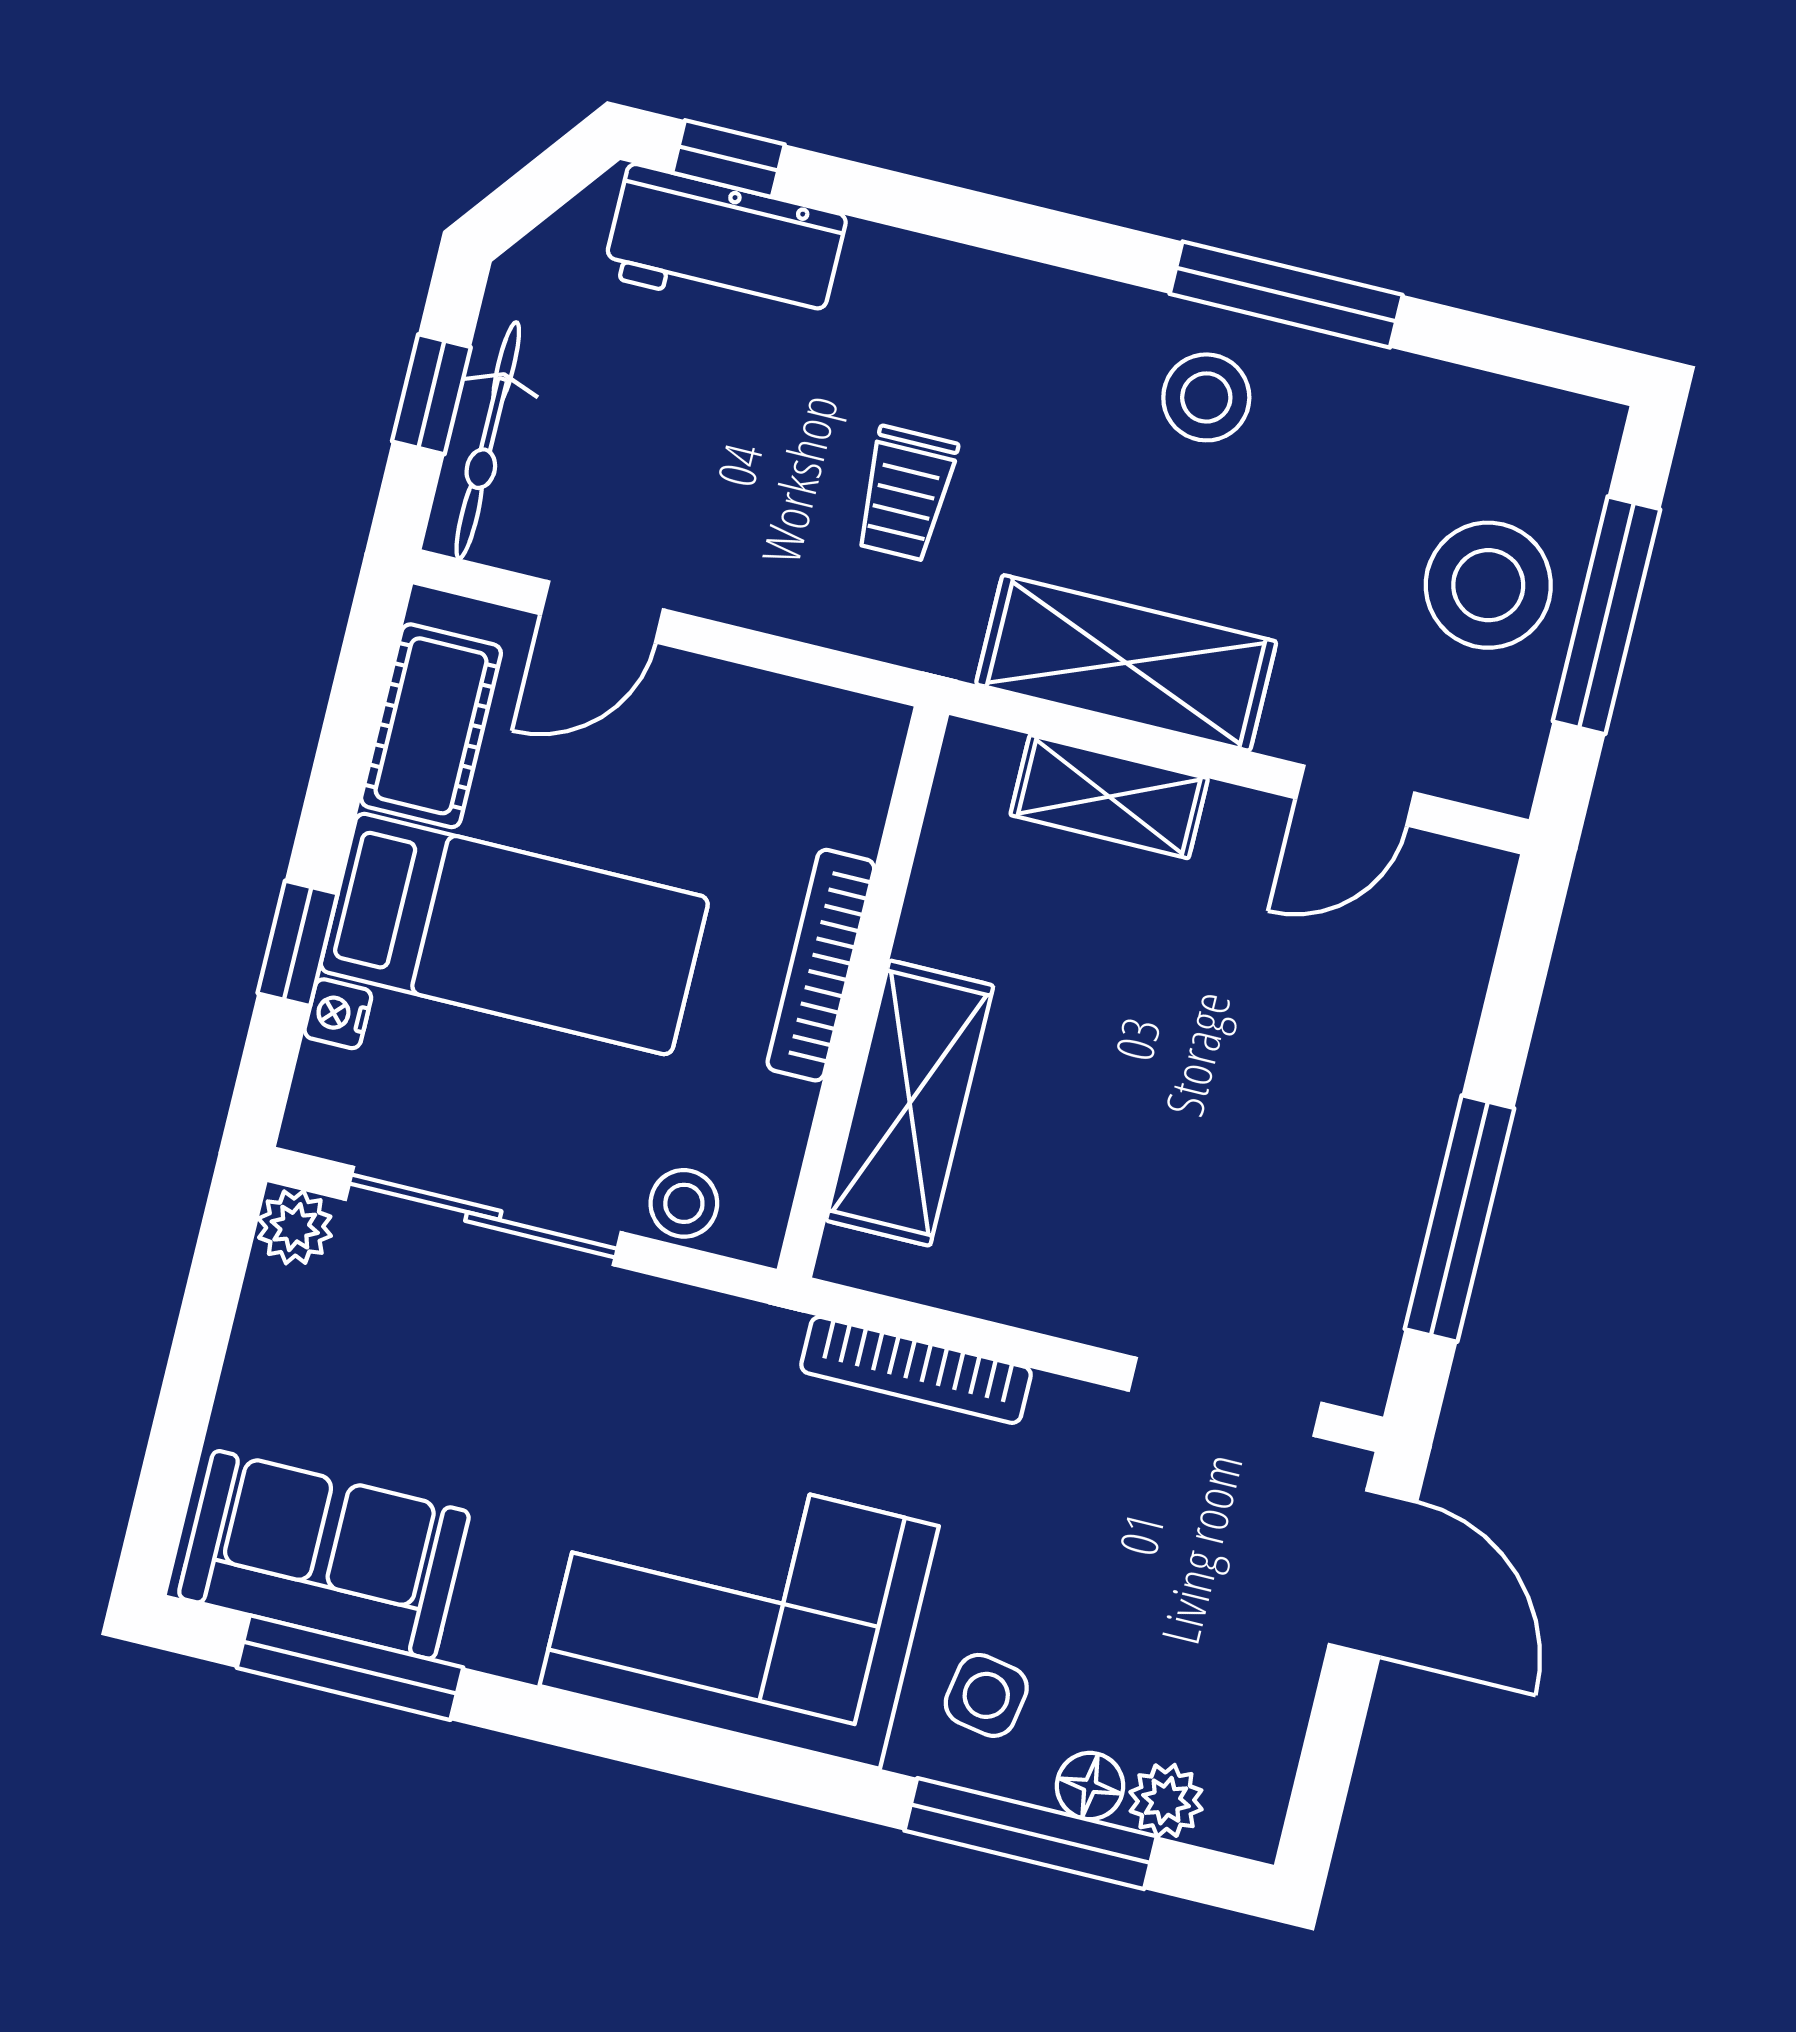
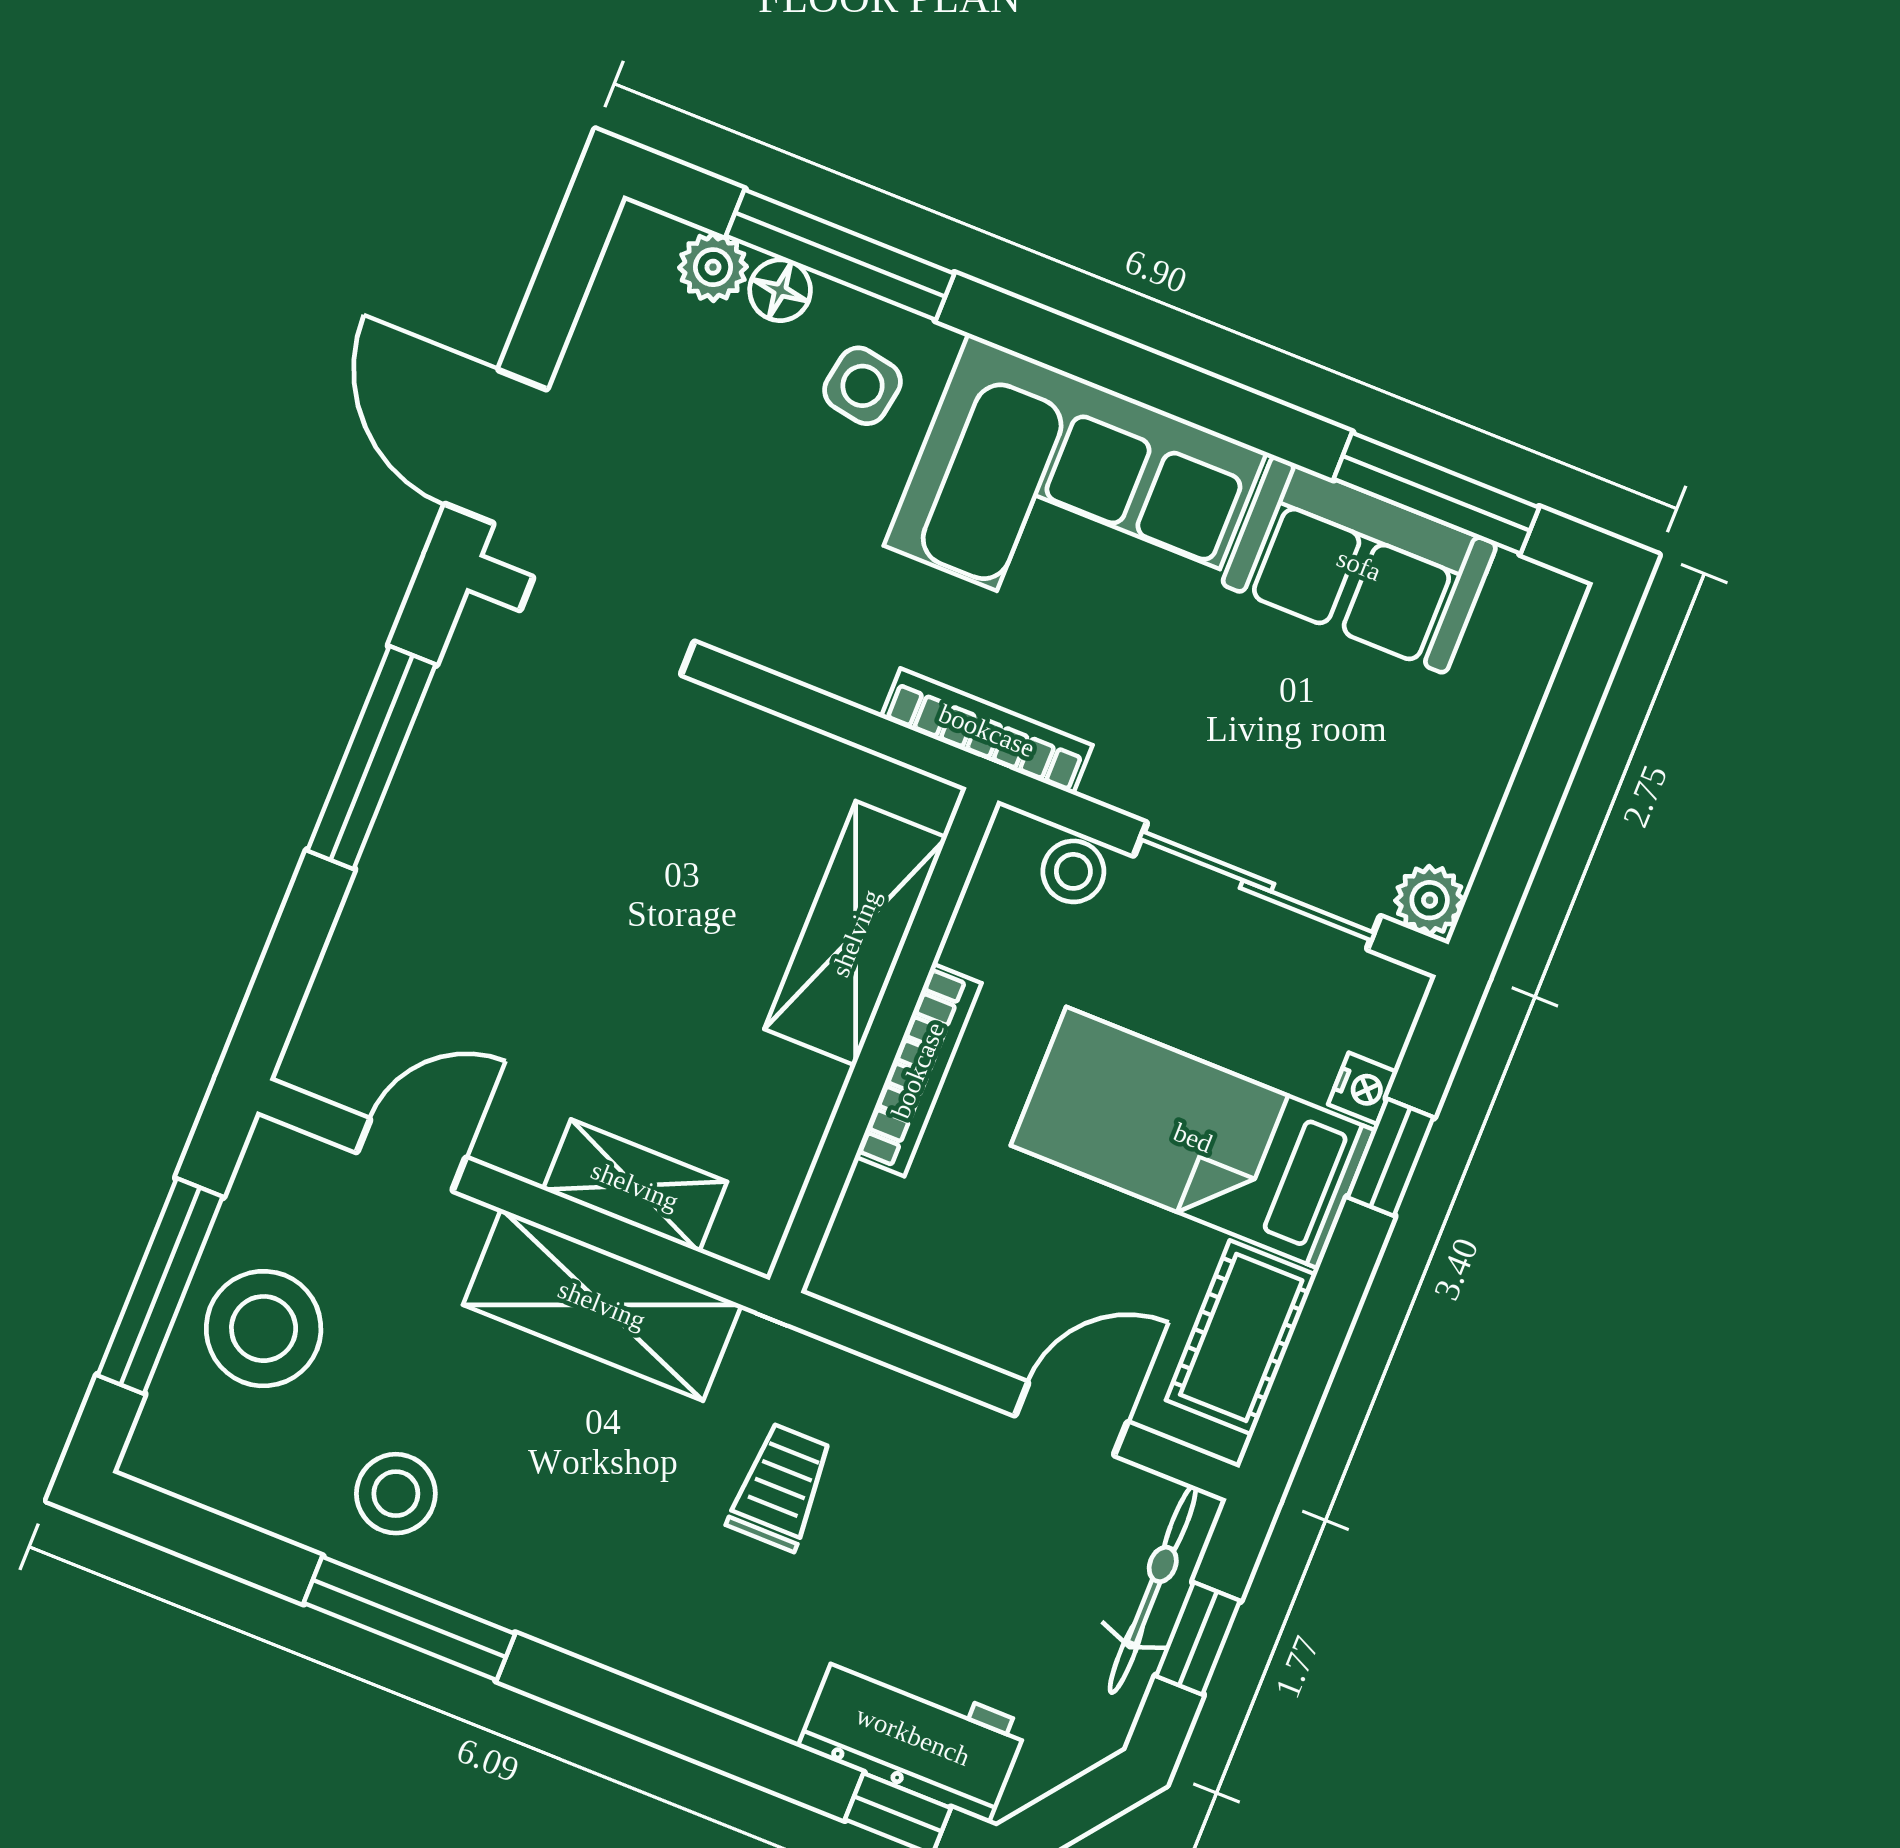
stool: (1206, 397) -> (396, 1494), moved
bookcase: (916, 1370) -> (987, 731), moved
sofa: (324, 1555) -> (1359, 565), moved

